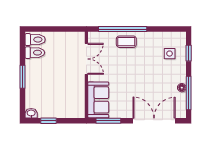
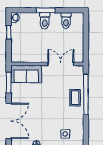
toilet: (35, 40) -> (45, 21), moved
double door: (86, 59) -> (61, 64), swing flipped

